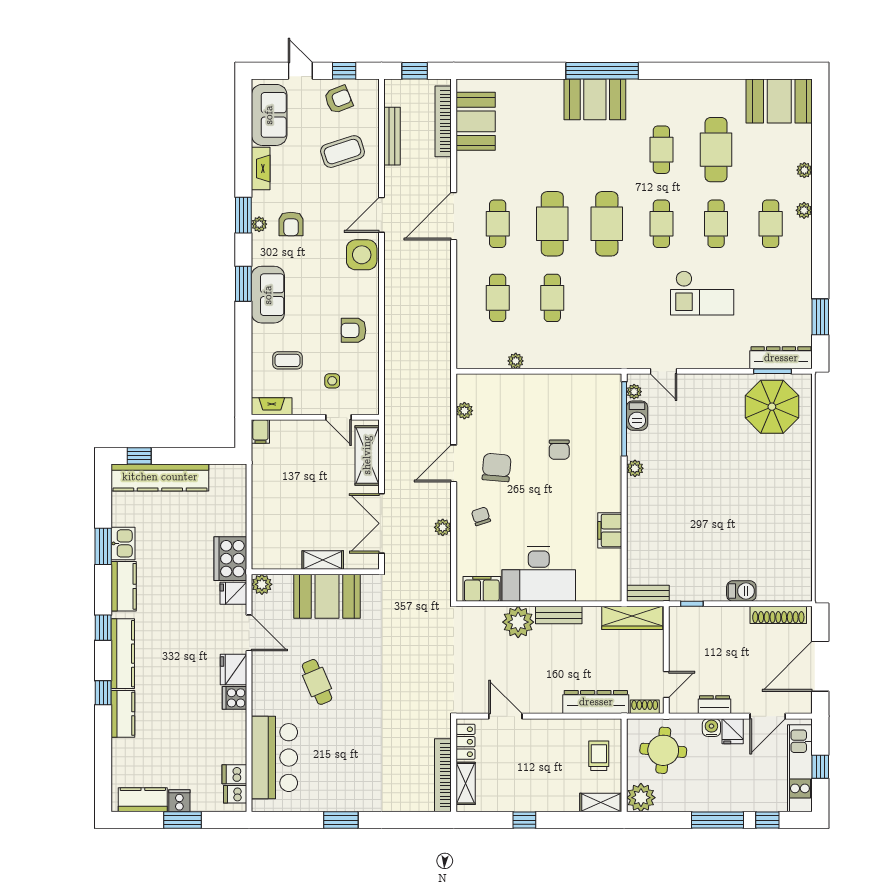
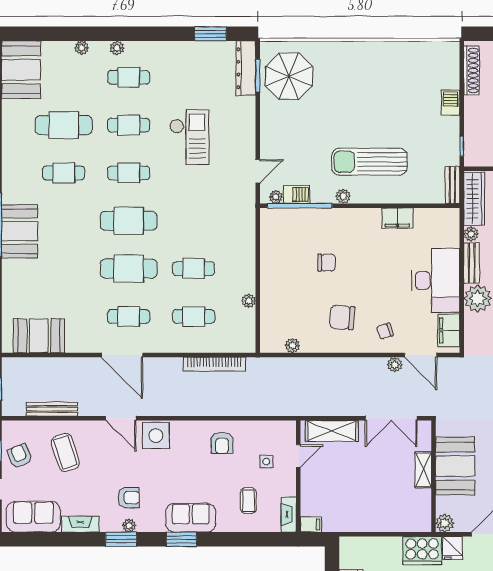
bookcase: (443, 121) -> (214, 364), moved
door: (454, 463) -> (421, 355), moved
sun lounger: (674, 499) -> (369, 162), added
plant: (592, 615) -> (471, 234), added

